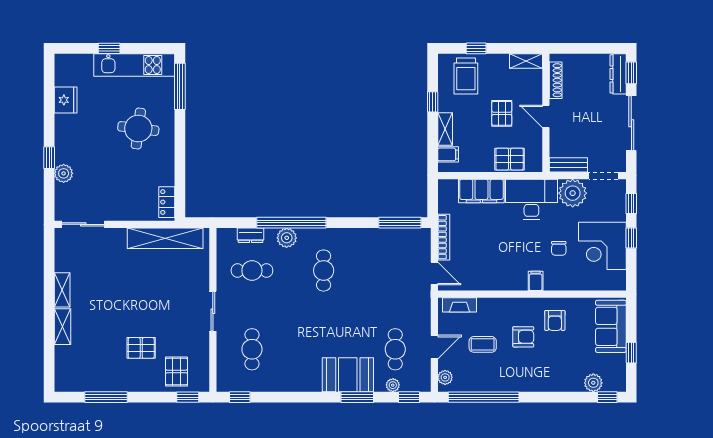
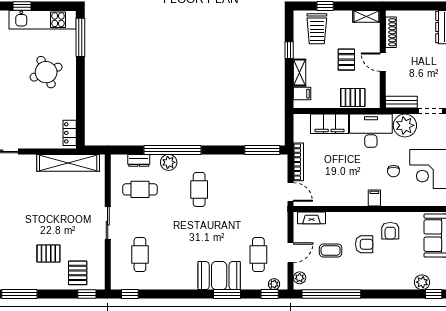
round table: (138, 129) -> (46, 72), turned -30
plant: (393, 385) -> (274, 284), moved

